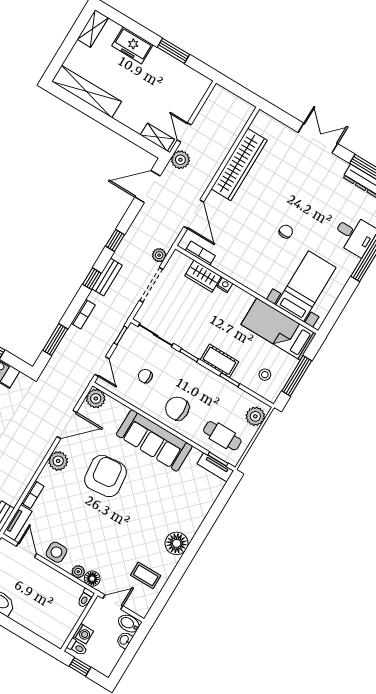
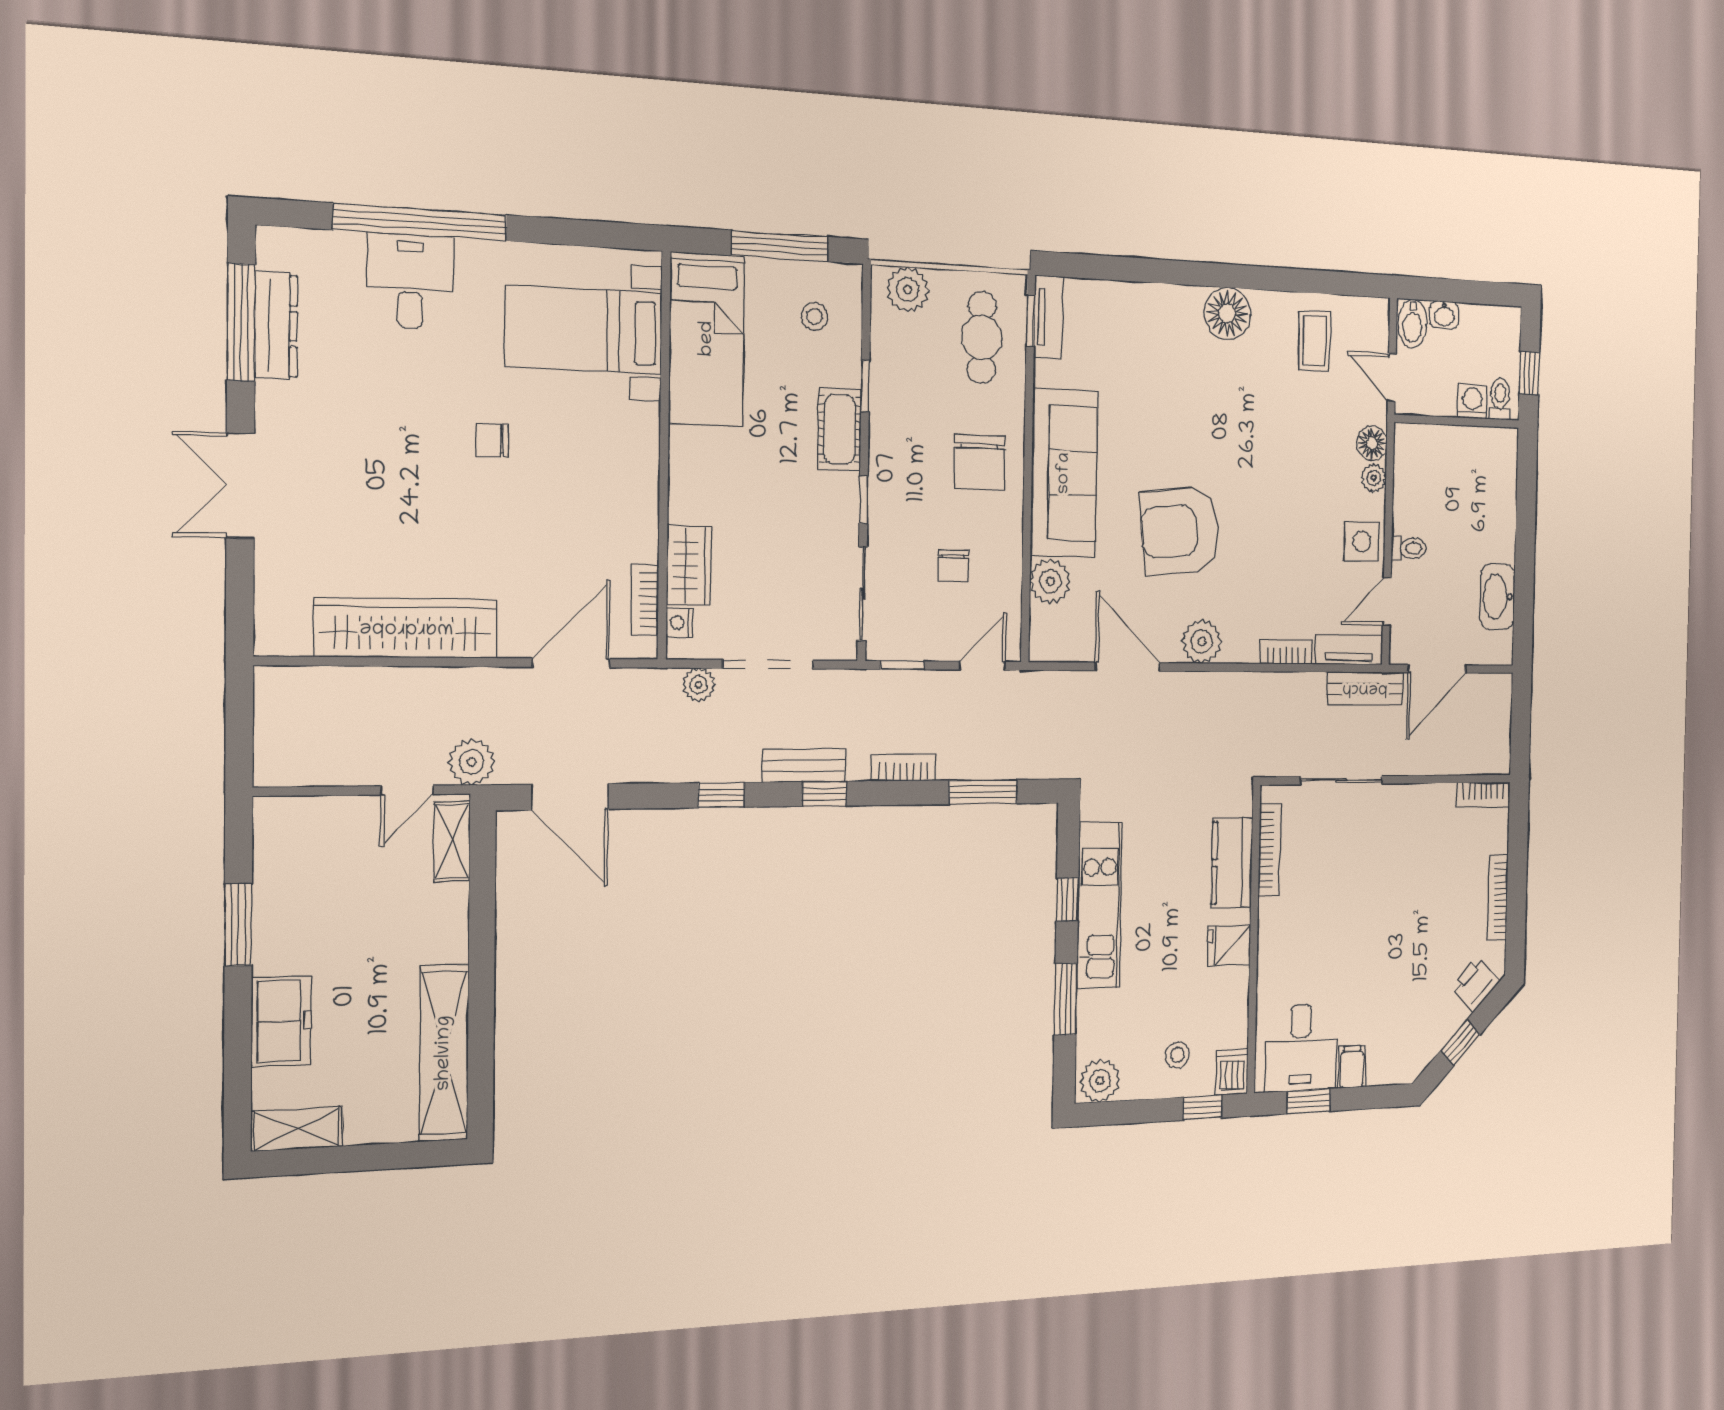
nightstand: (225, 285) -> (679, 623), moved
plant: (96, 399) -> (1050, 581), moved
toilet: (85, 598) -> (1409, 548), moved

